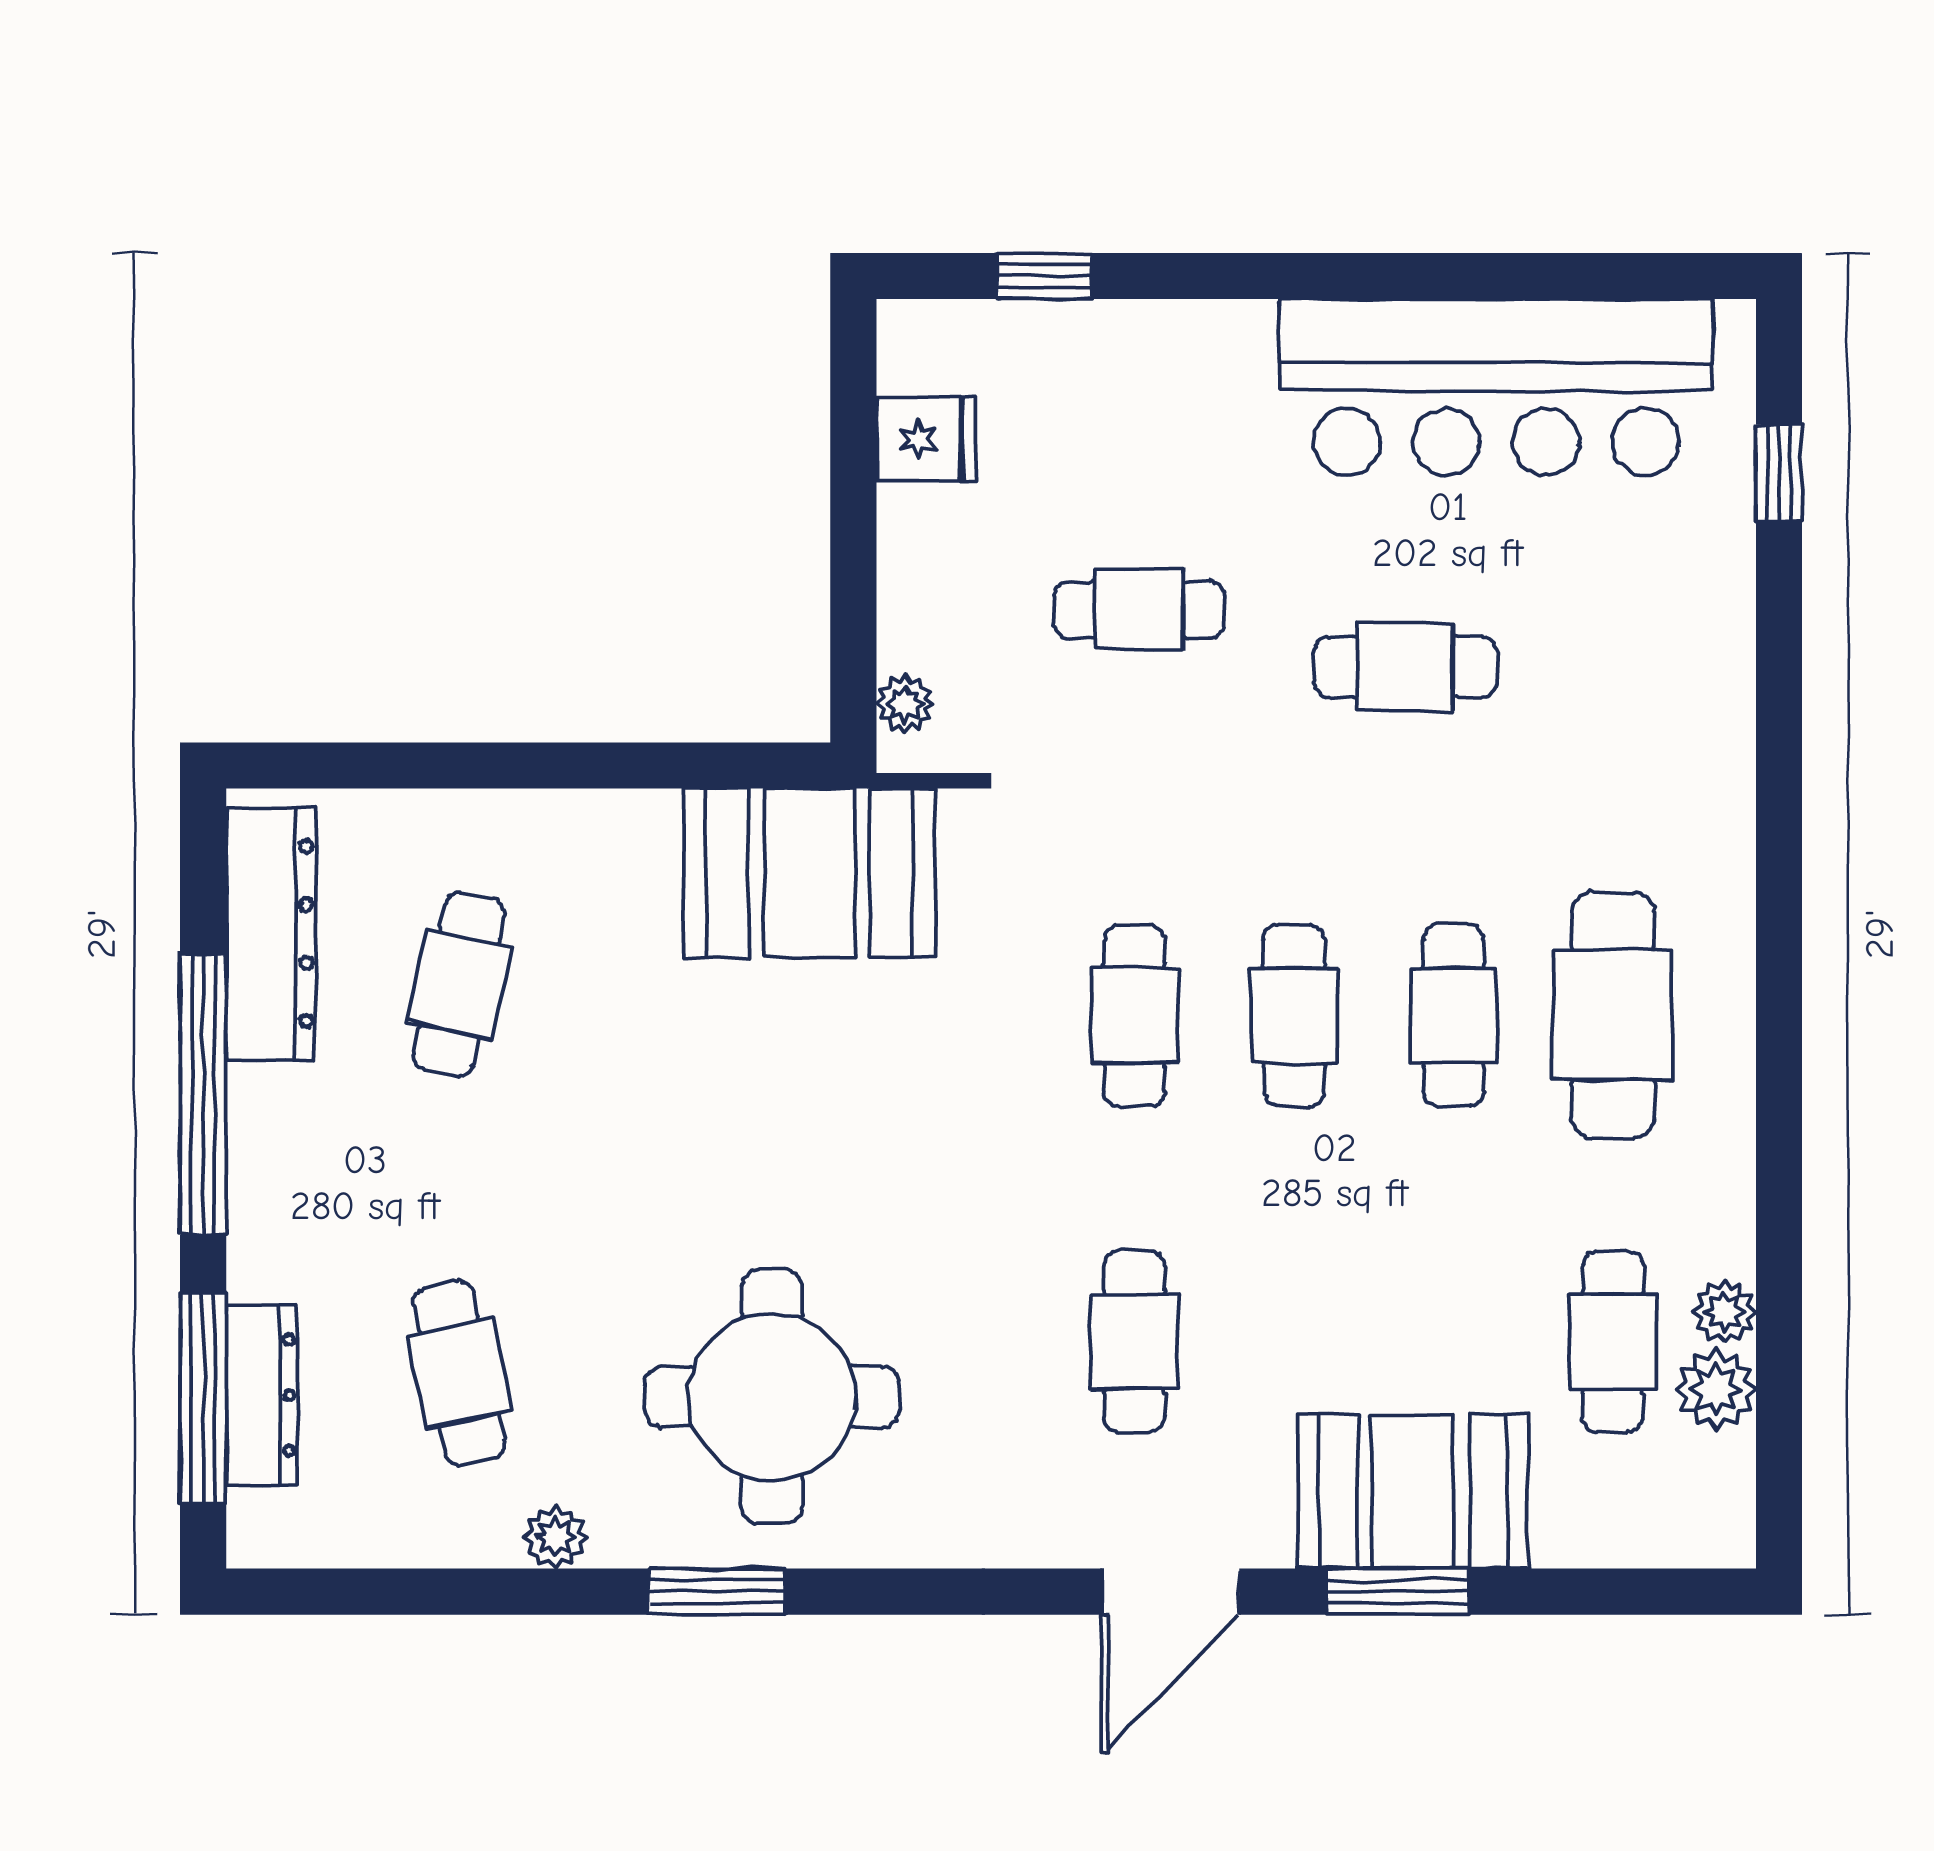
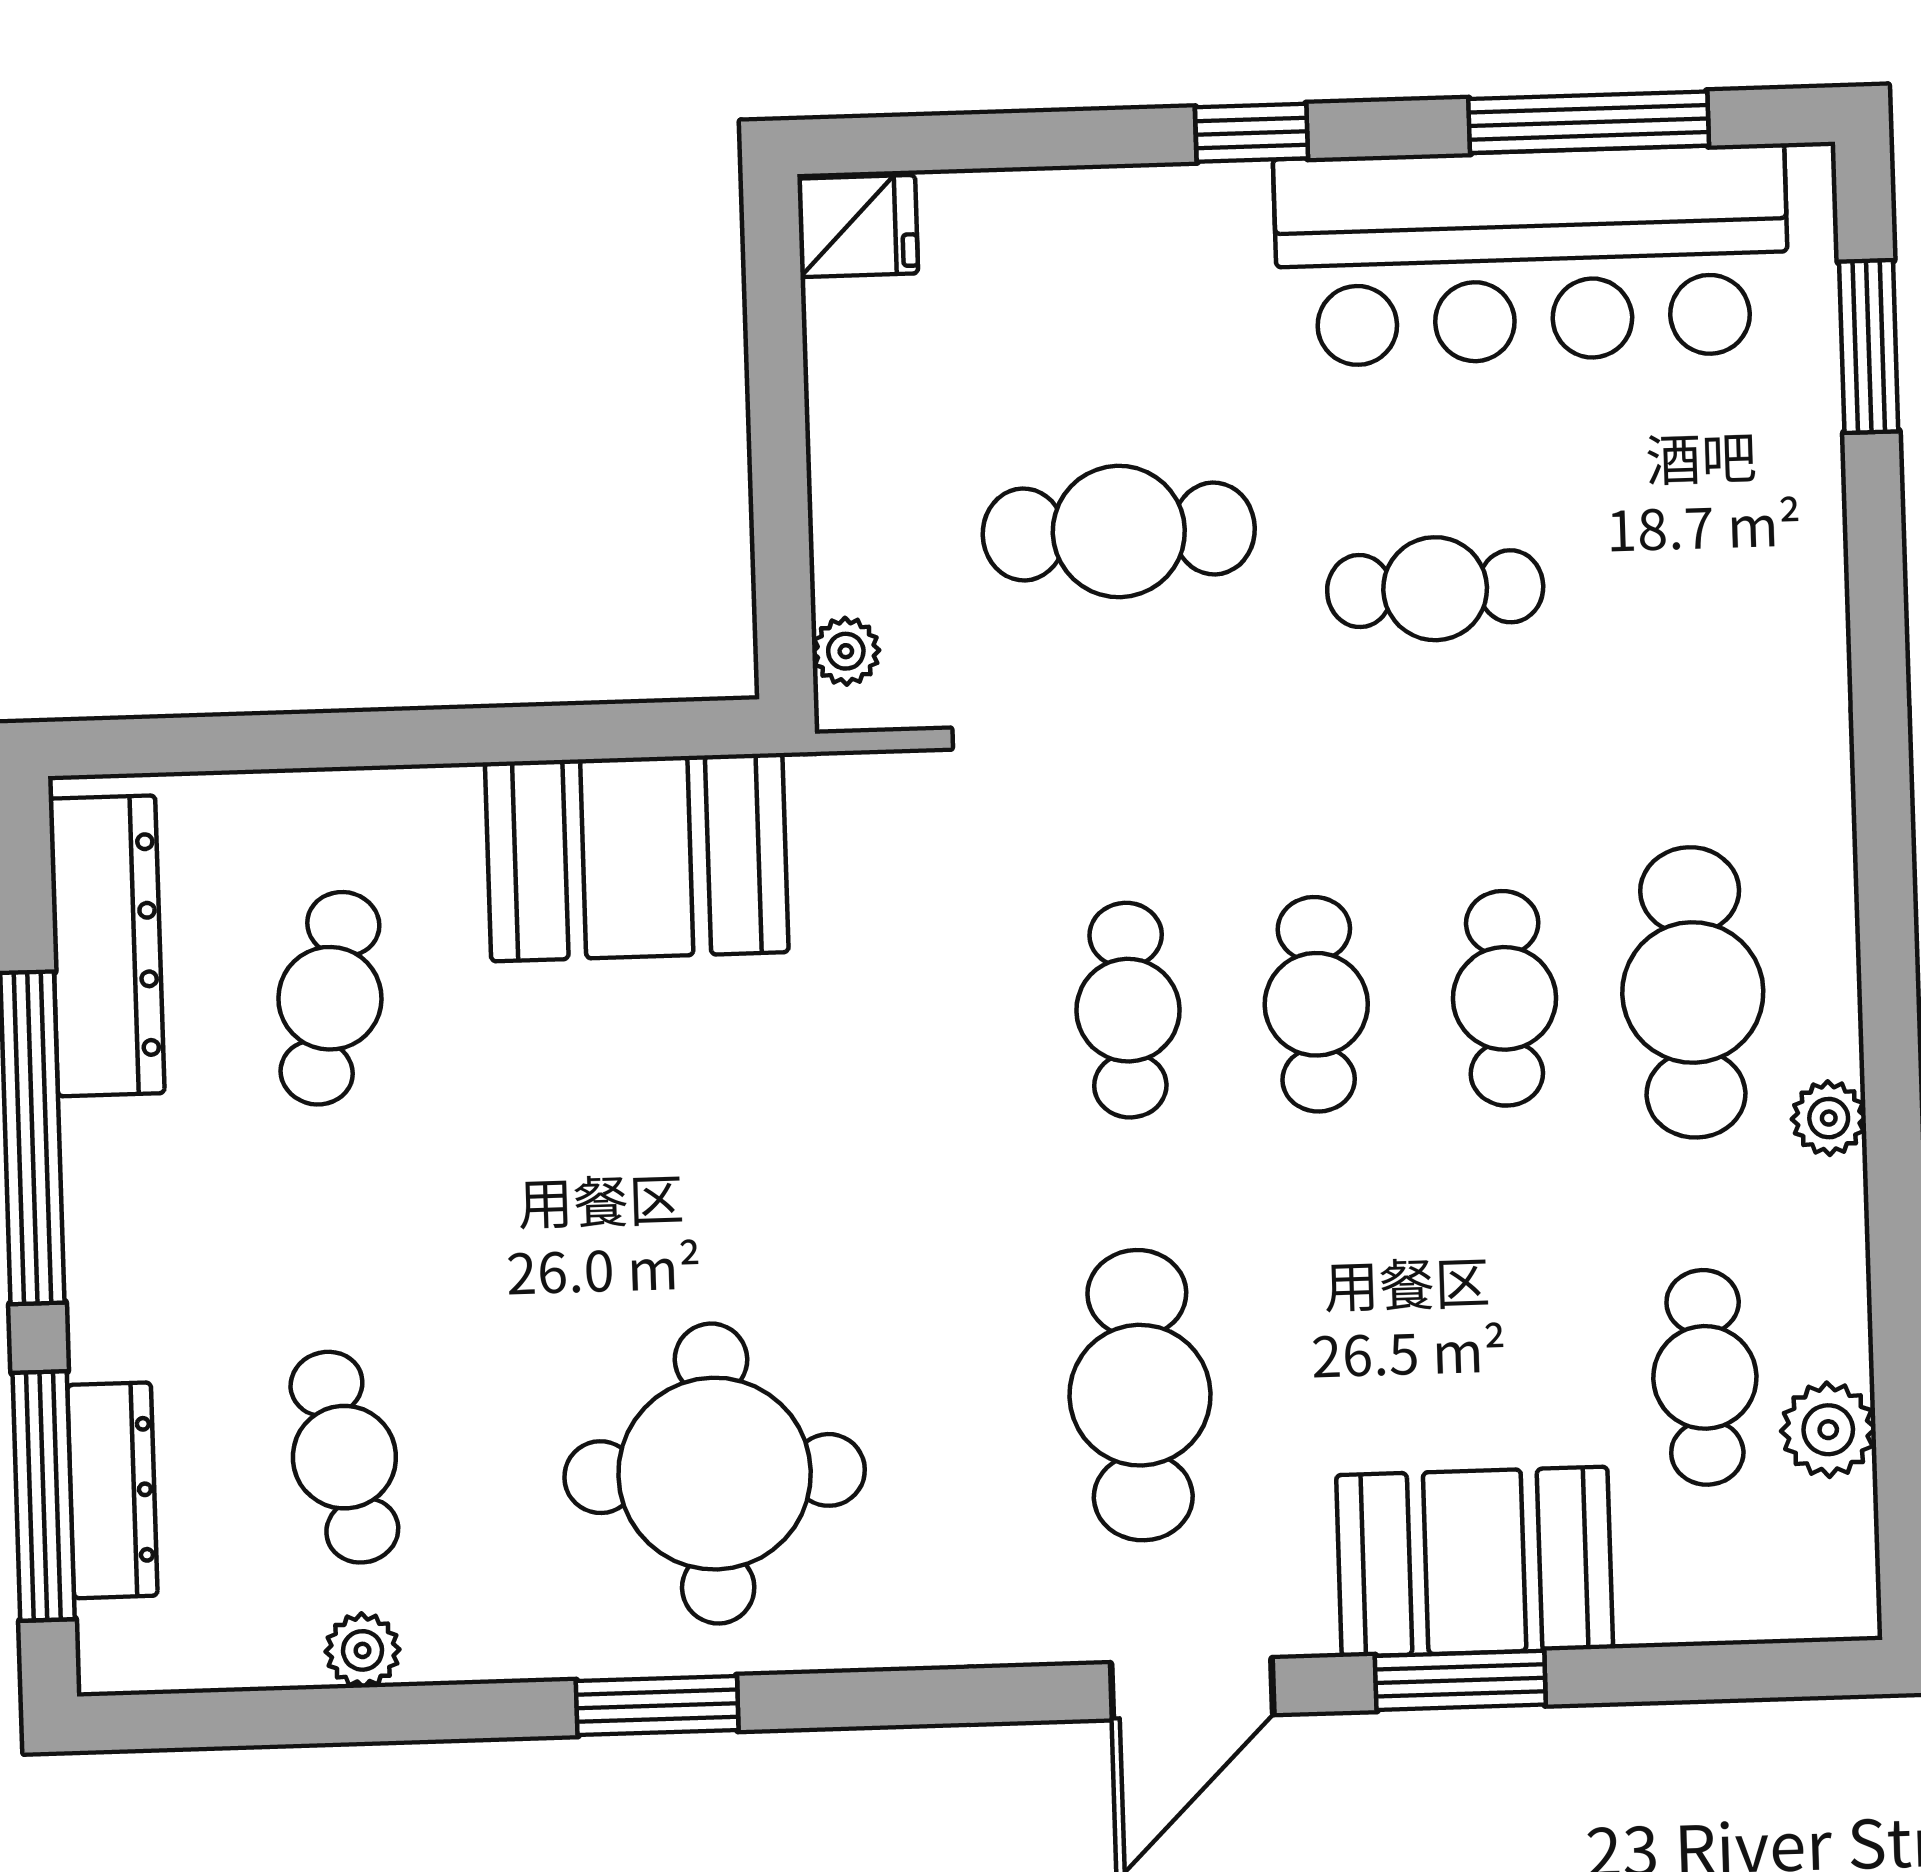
window: (1044, 276) -> (1251, 133), moved
window: (1548, 276) -> (1589, 122), added
fridge: (926, 439) -> (858, 226), moved
window: (1779, 473) -> (1869, 346), width x1.50
cafe table: (1139, 610) -> (1119, 531), width x1.37, depth x1.35
booth: (809, 873) -> (637, 857), moved
plant: (1725, 1312) -> (1829, 1118), moved
cafe table: (1134, 1342) -> (1140, 1395), width x1.37, depth x1.35
plant: (555, 1537) -> (363, 1650), moved

